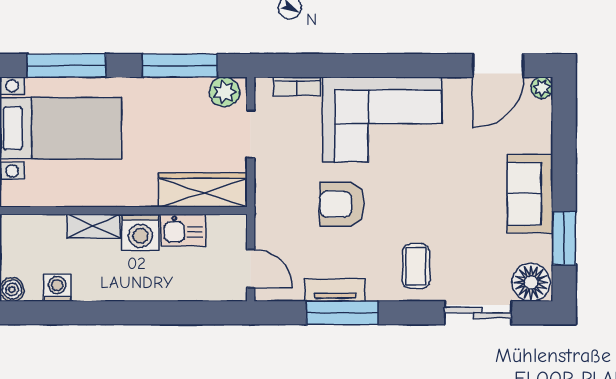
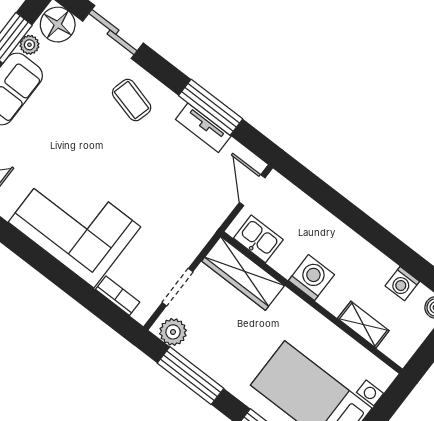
armchair: (342, 204) -> (151, 186), removed
shelving: (93, 226) -> (363, 325), moved
kitchen sink: (183, 230) -> (258, 239), moved
plant: (542, 246) -> (29, 45), added
coffee table: (416, 266) -> (132, 100), turned -75

